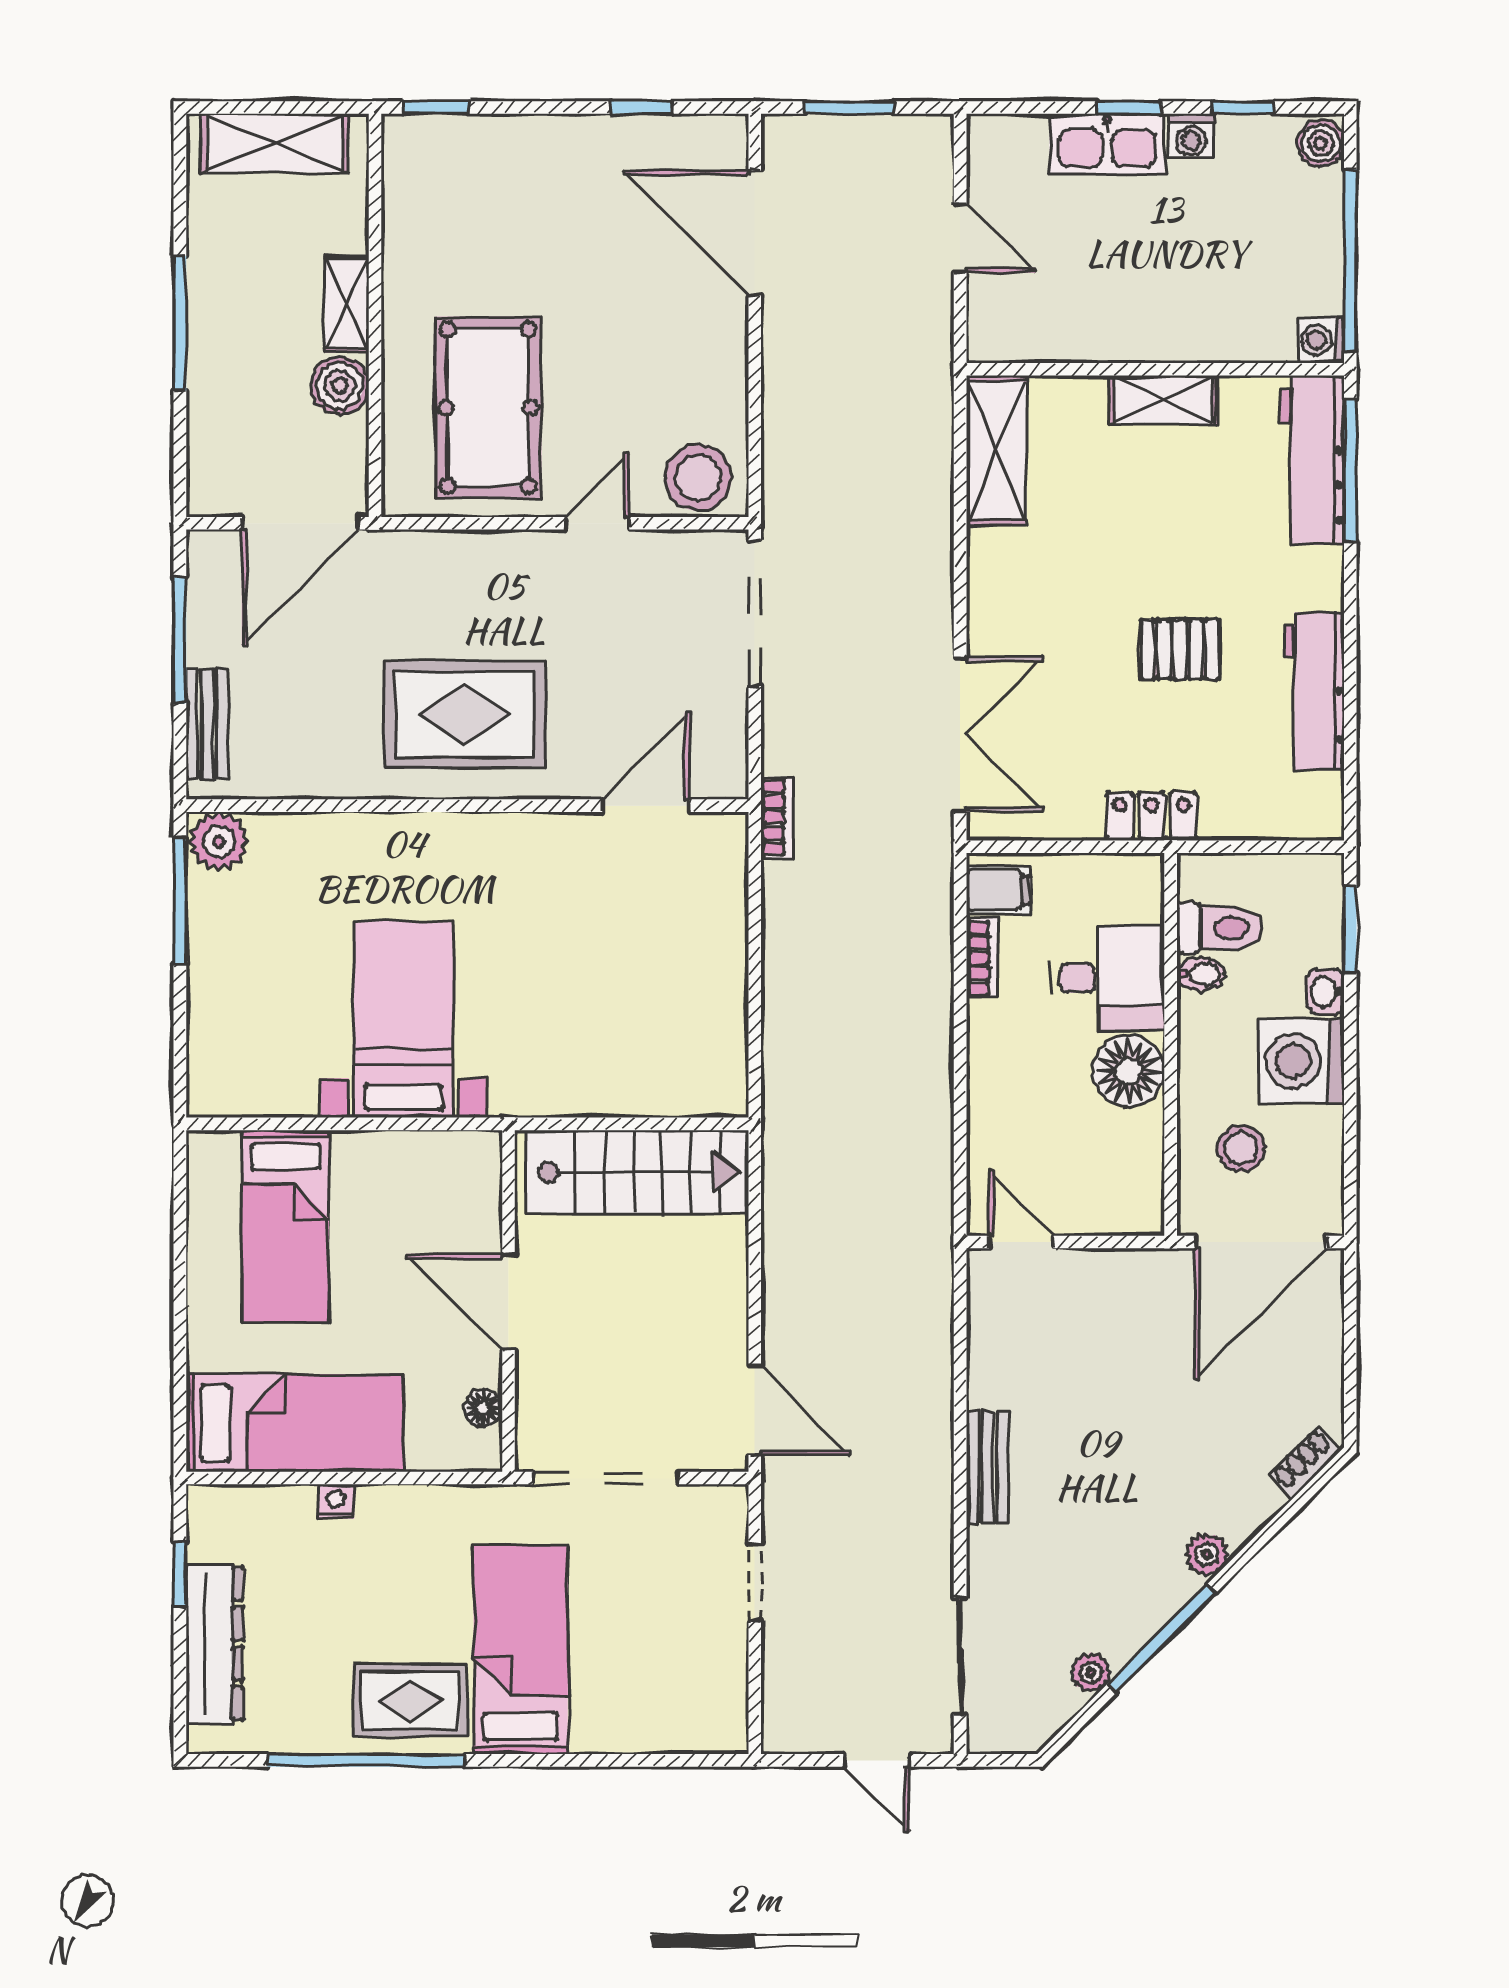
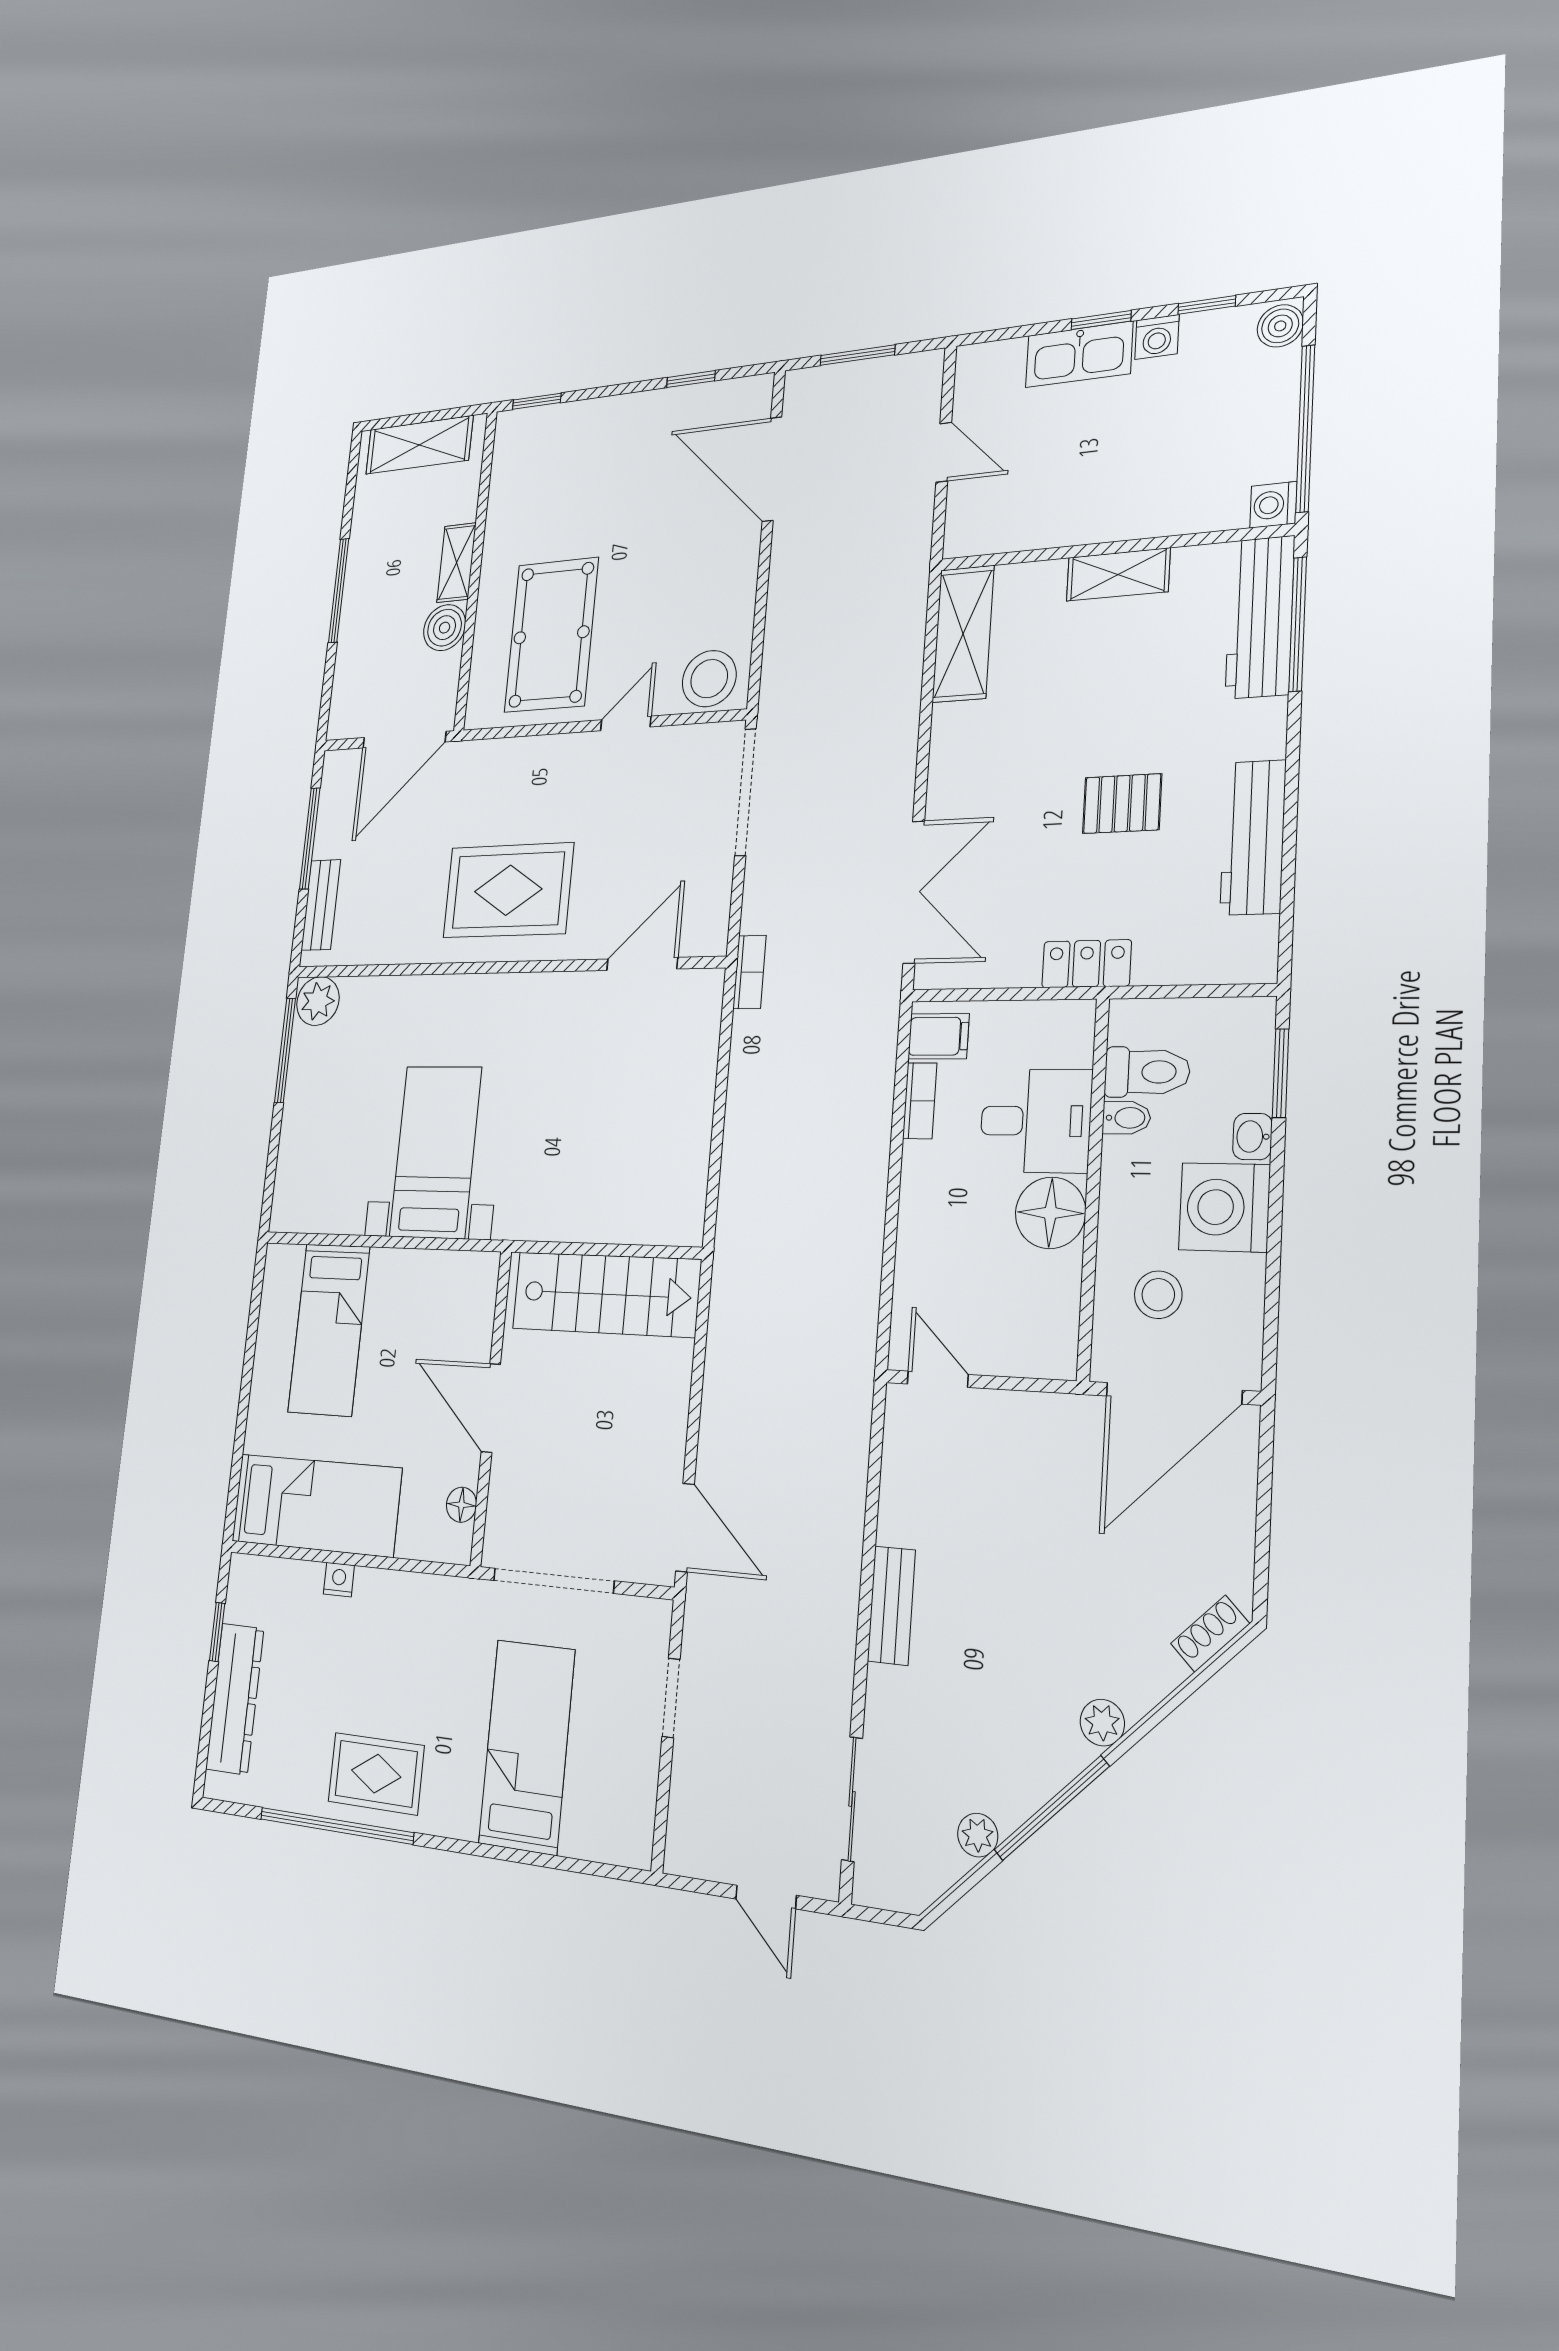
bed: (521, 1650) -> (527, 1746), moved

